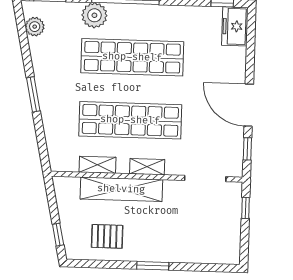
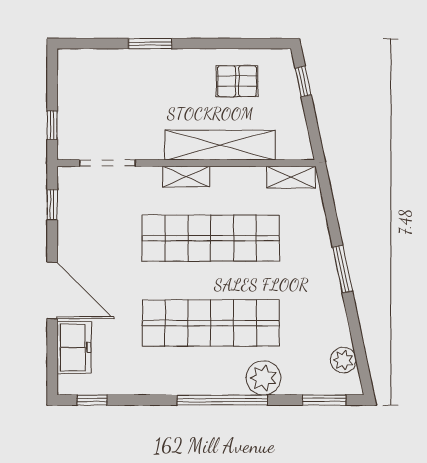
freezer: (235, 26) -> (74, 347), moved
door: (249, 105) -> (52, 290), moved
shelving: (98, 165) -> (291, 177), moved
window: (153, 266) -> (150, 44), moved

